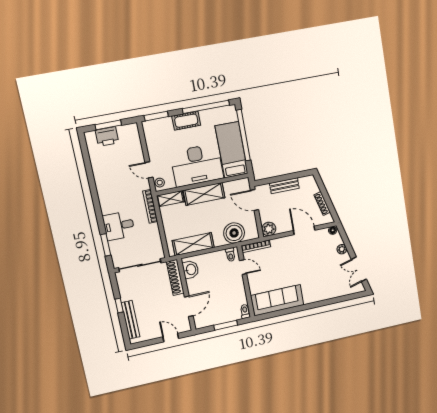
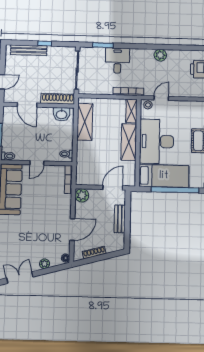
plant: (101, 181) -> (160, 55), added
boiler: (234, 233) -> (86, 162), removed
door: (243, 267) -> (37, 163), moved

